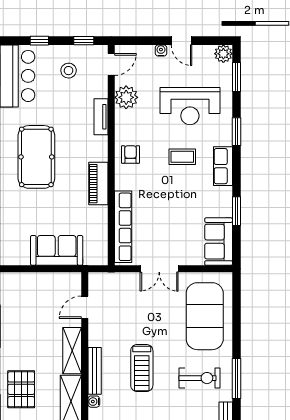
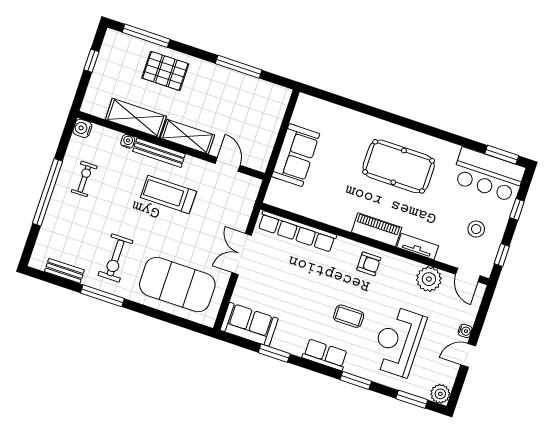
coffee table: (182, 157) -> (349, 316), turned 90
piano: (98, 184) -> (377, 230), moved
treadmill: (142, 368) -> (168, 195), moved

